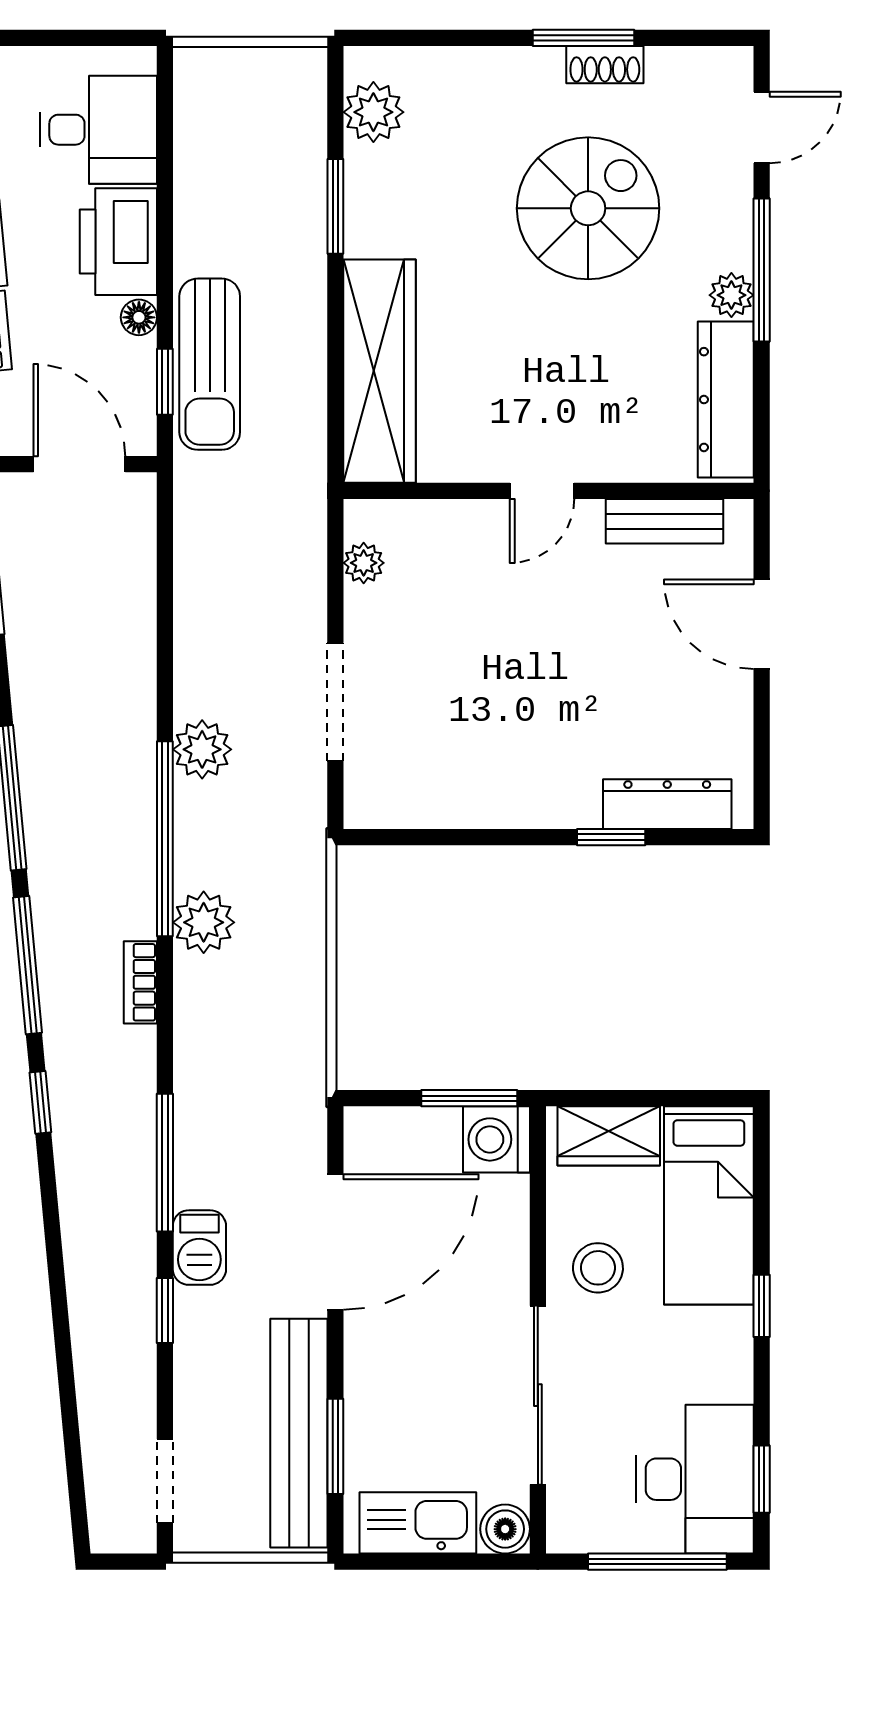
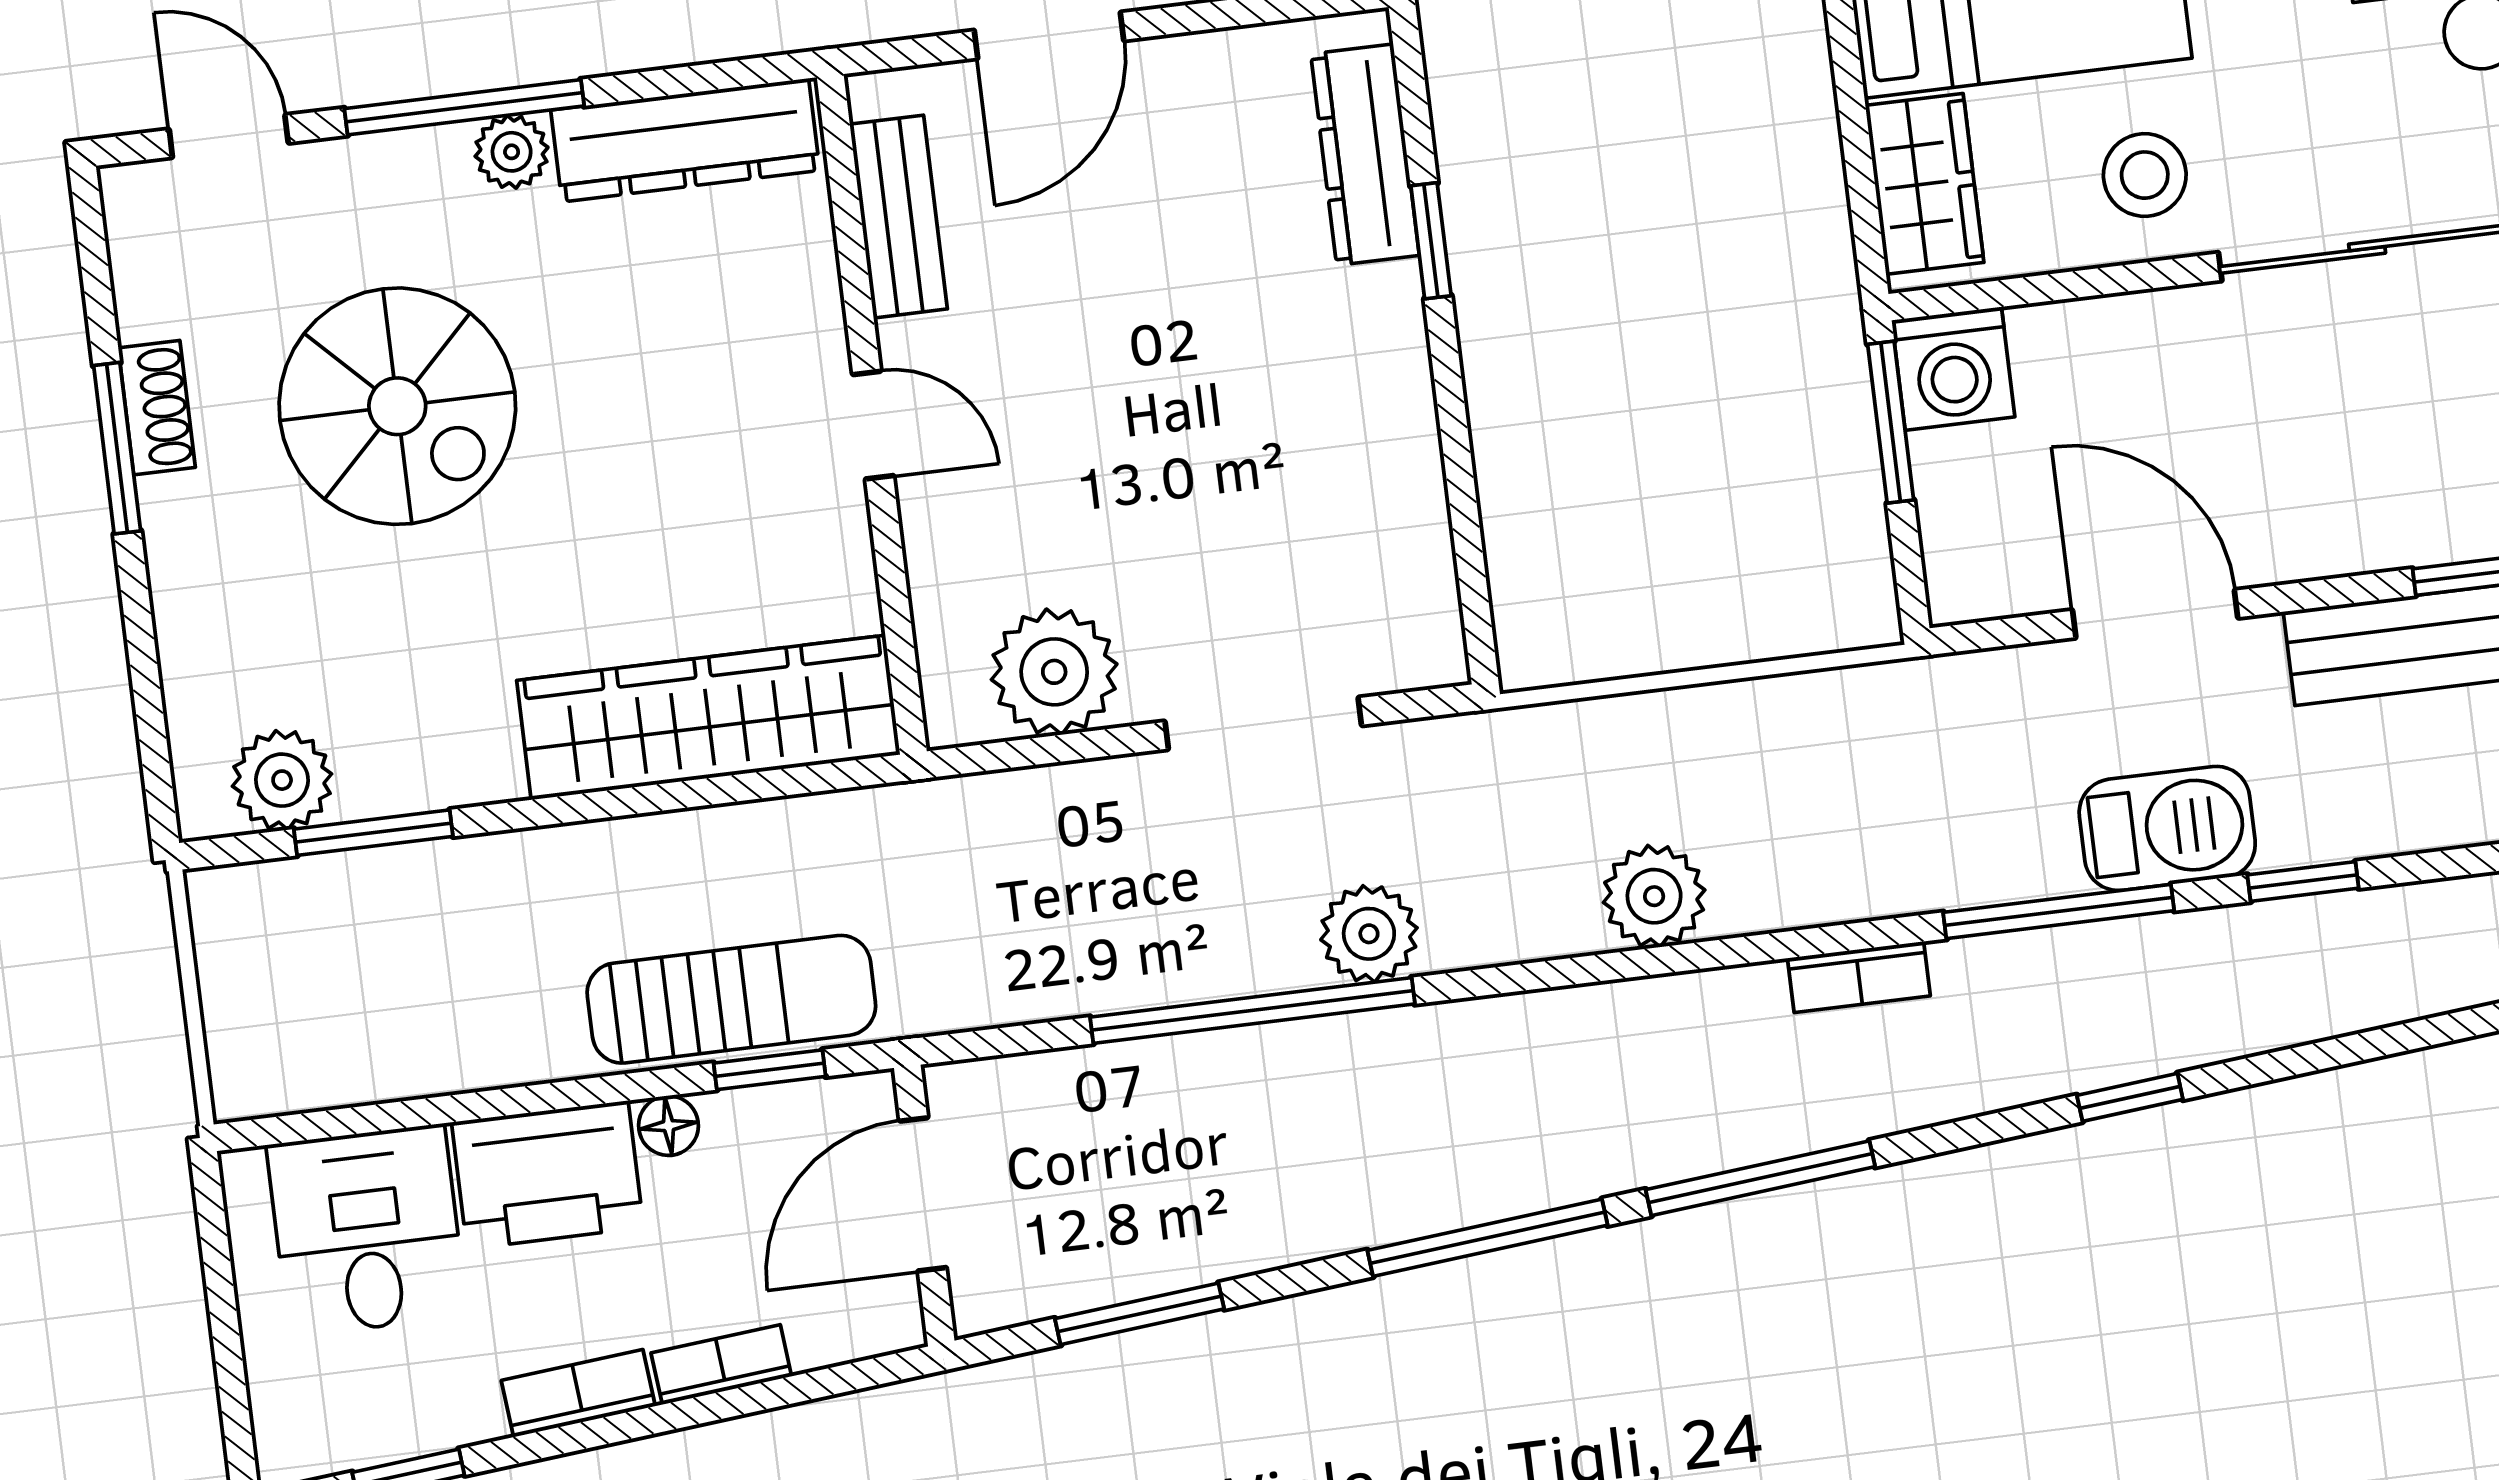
window: (335, 206) -> (373, 833), moved
spiral stairs: (588, 208) -> (397, 406), turned 180
plant: (364, 563) -> (1054, 672), width x1.87, depth x1.87
window: (165, 839) -> (1252, 1010), moved
bookcase: (140, 982) -> (1859, 977), moved
window: (40, 1102) -> (2130, 1097), moved
door: (335, 1242) -> (2155, 614), width x0.73
barbecue: (199, 1248) -> (2167, 828), width x1.38, depth x1.27

